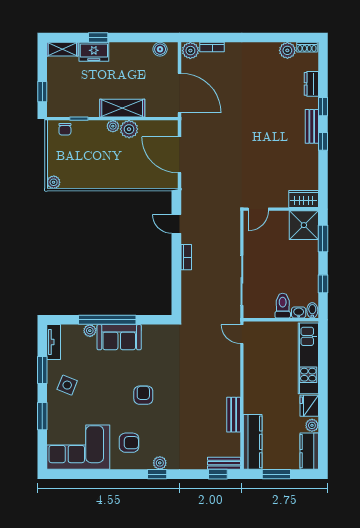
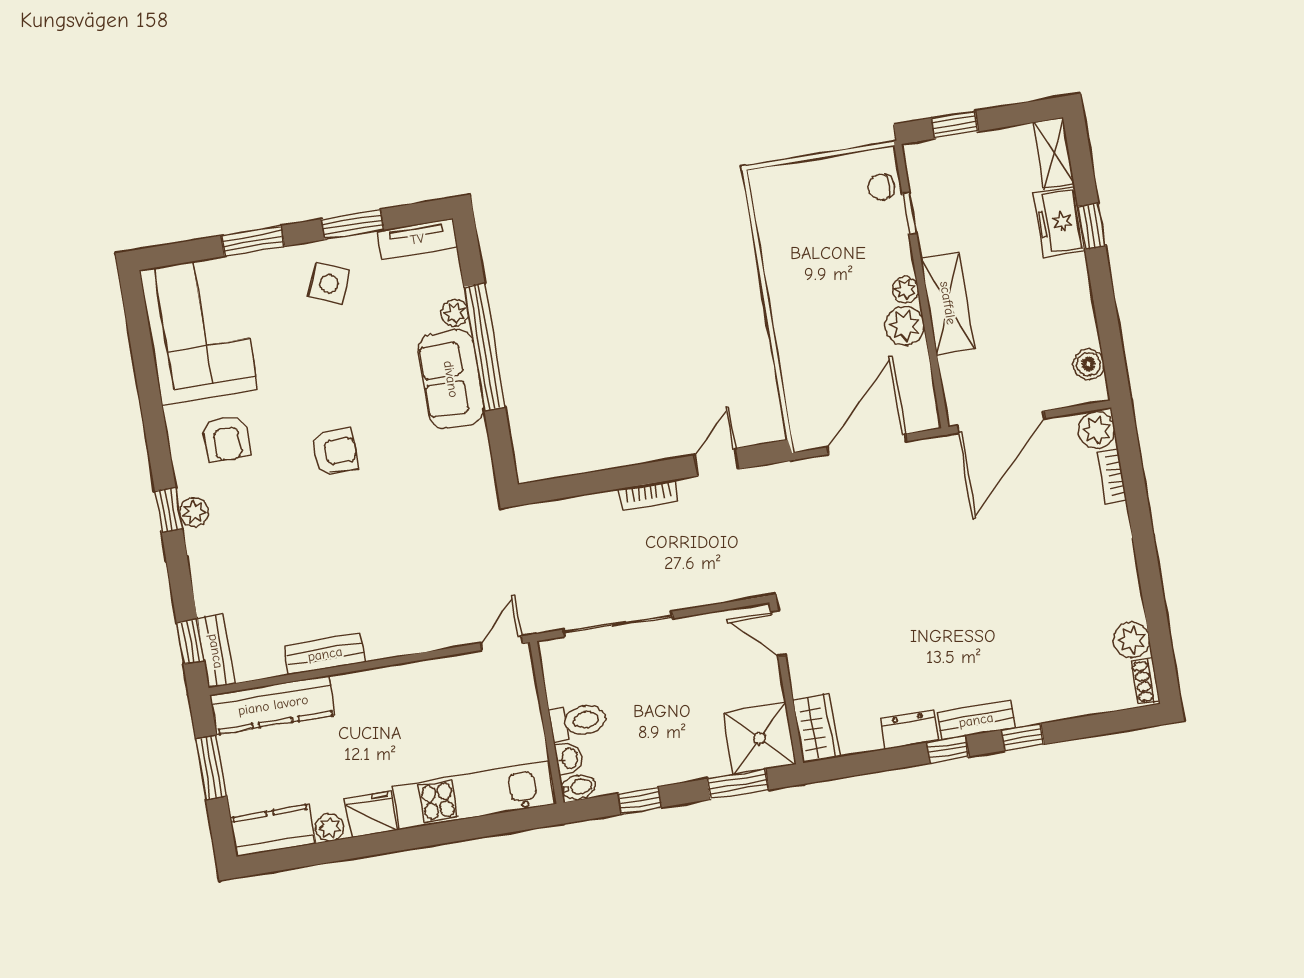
dresser: (311, 84) -> (910, 730), moved
plant: (54, 182) -> (763, 182), removed

